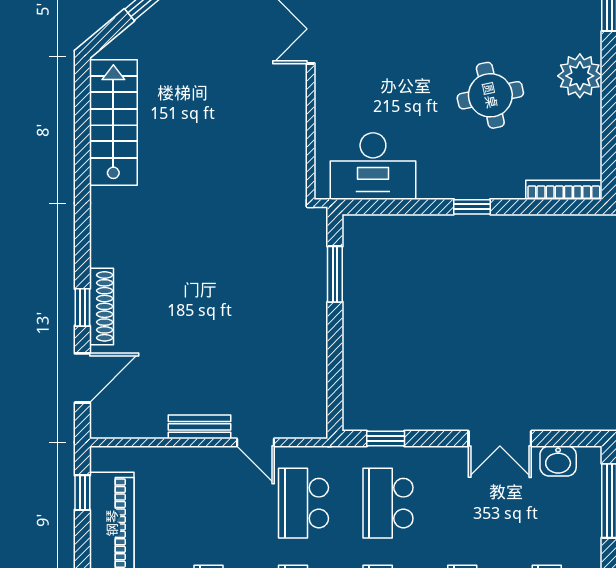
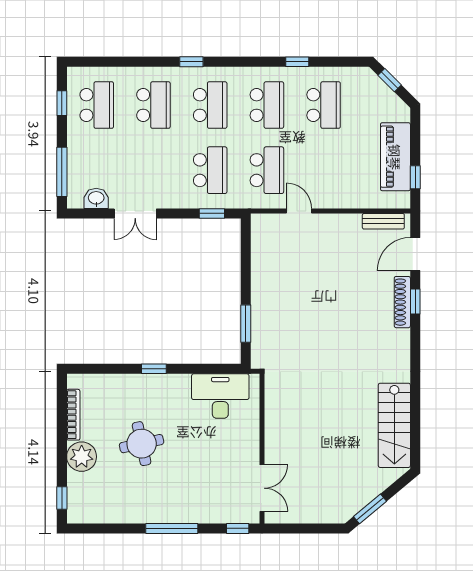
bookcase: (564, 190) -> (73, 415), moved, turned -90
bench: (200, 427) -> (383, 221), moved
double door: (500, 438) -> (135, 213), swing flipped

